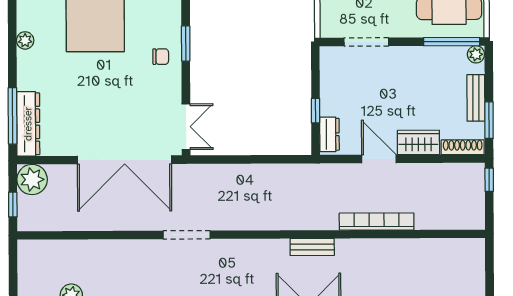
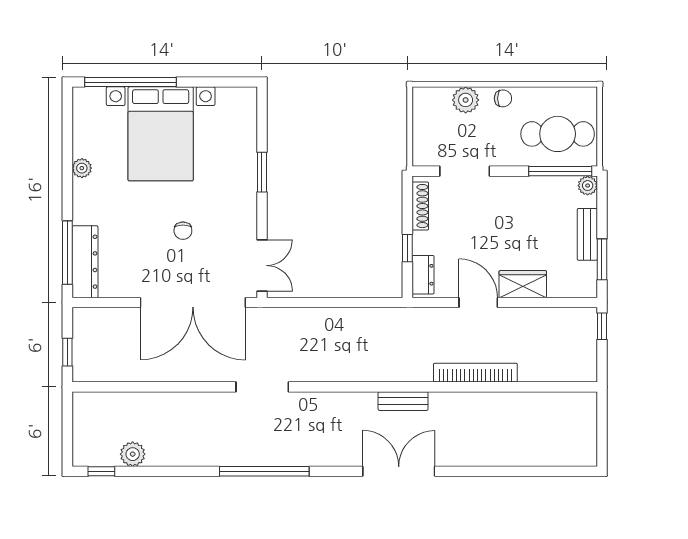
chair: (161, 57) -> (183, 231), moved, turned 90
shoe rack: (463, 147) -> (420, 206), moved, turned 90
plant: (32, 179) -> (89, 324), removed

